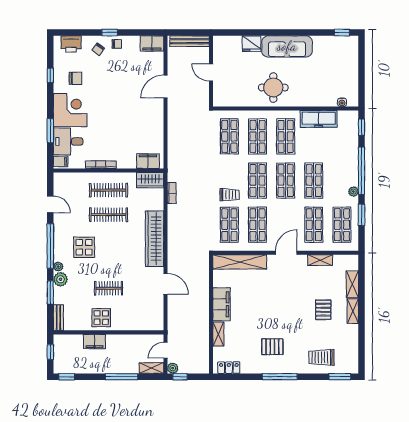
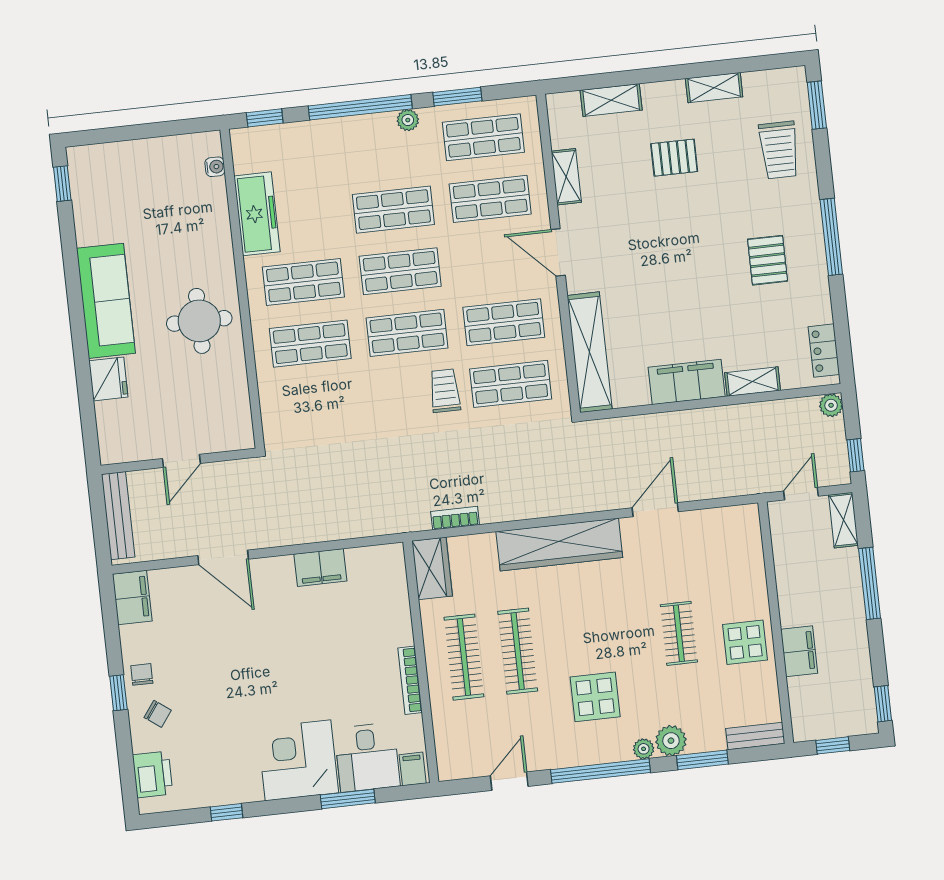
chair: (76, 78) -> (227, 756), removed
shop shelf: (229, 136) -> (317, 405), removed
filing cabinet: (148, 161) -> (320, 567), moved, turned -90
shelving: (353, 311) -> (714, 88), moved
door: (165, 350) -> (801, 494), swing flipped
plant: (173, 368) -> (831, 405), moved

